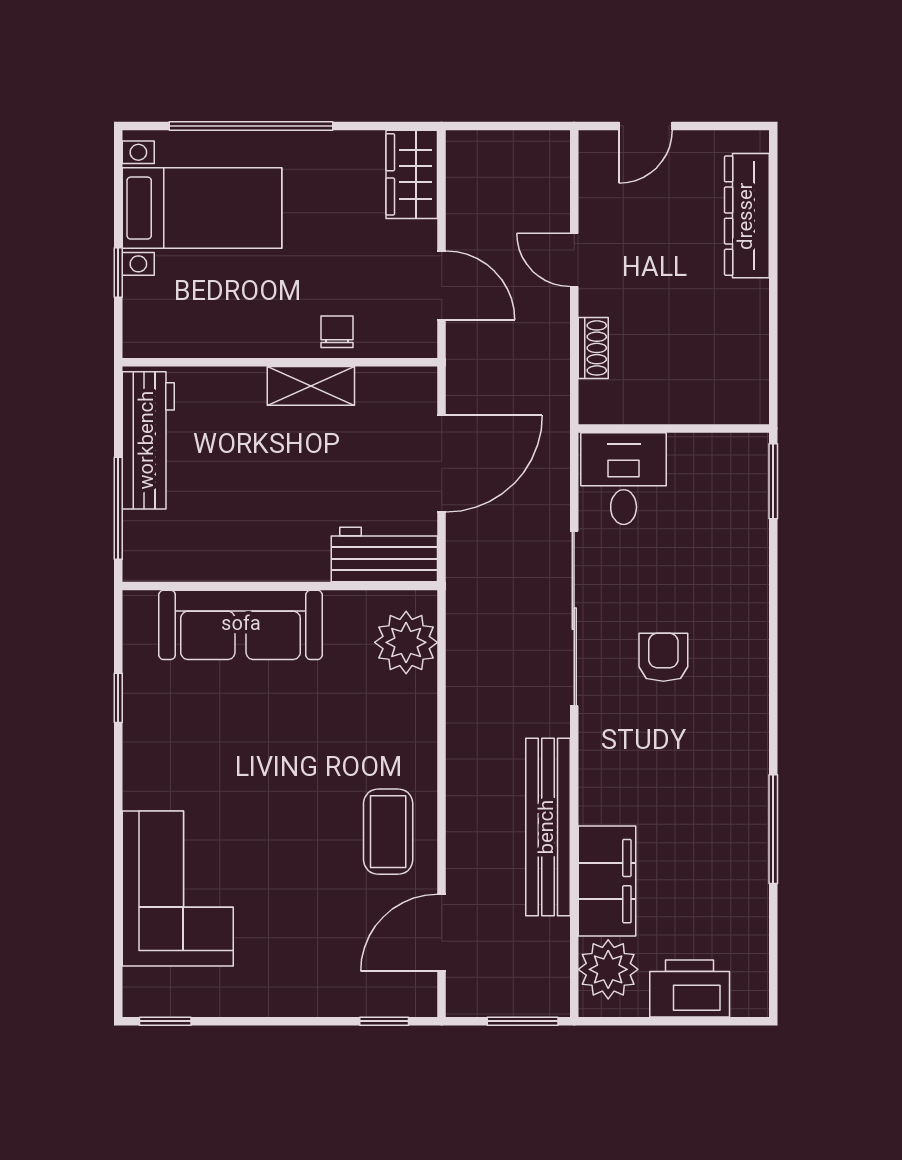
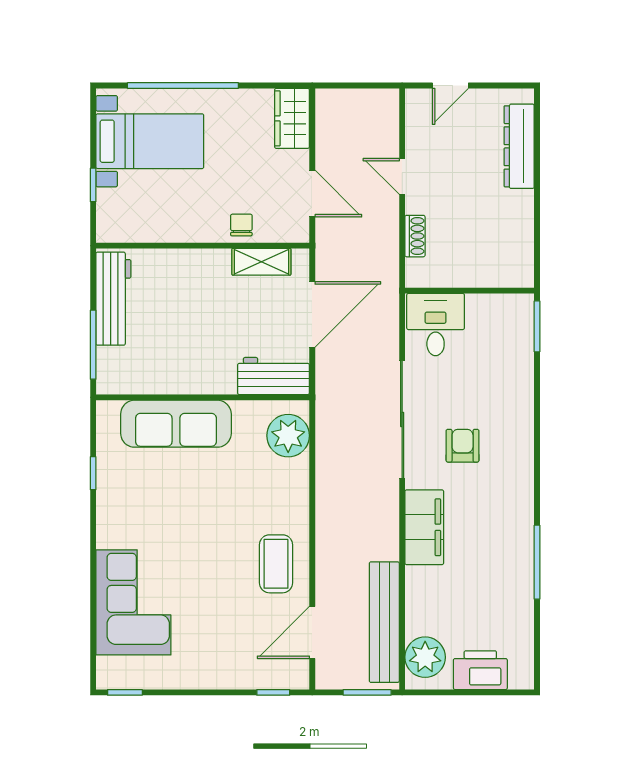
shelving: (311, 386) -> (261, 262), moved
bench: (548, 827) -> (384, 622), moved
filing cabinet: (607, 881) -> (424, 527), moved

